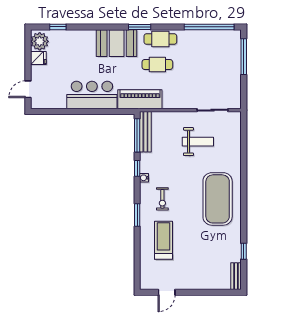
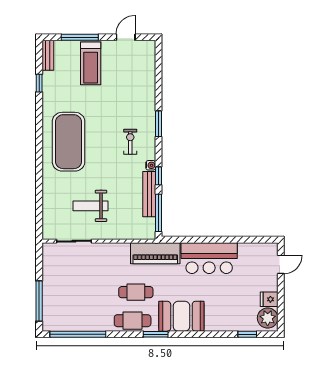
bench: (145, 132) -> (149, 194), moved
treadmill: (164, 240) -> (91, 63), moved
window: (208, 292) -> (80, 37), added

